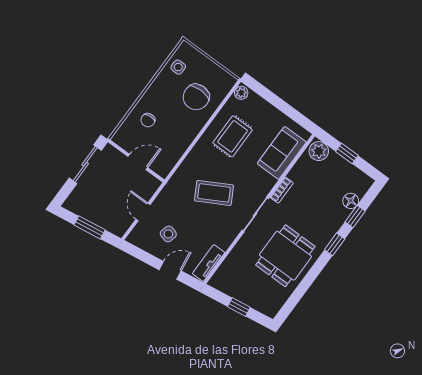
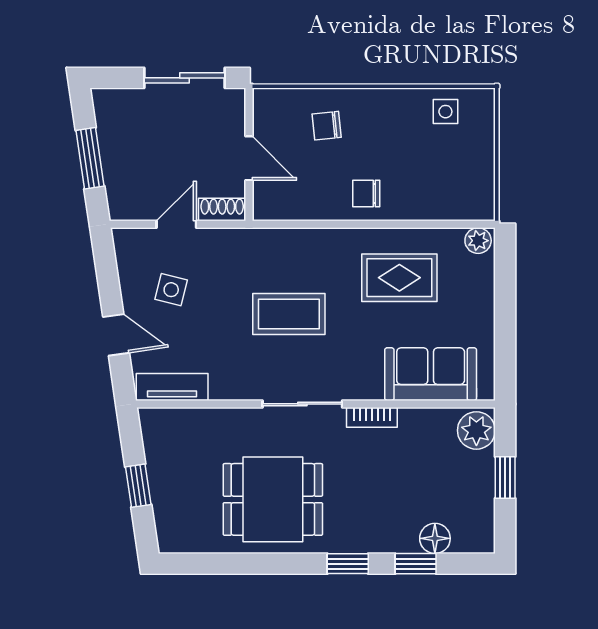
chair: (196, 97) -> (366, 193), moved, width x0.54, depth x0.54
shoe rack: (151, 189) -> (222, 210), added
coffee table: (214, 193) -> (289, 314), turned -61

